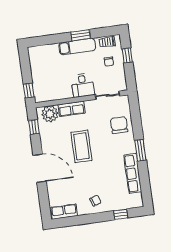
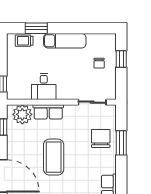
window: (81, 35) -> (36, 28), moved
trolley: (107, 42) -> (24, 41), moved
desk: (83, 85) -> (44, 86), moved
window: (140, 150) -> (121, 143), moved

